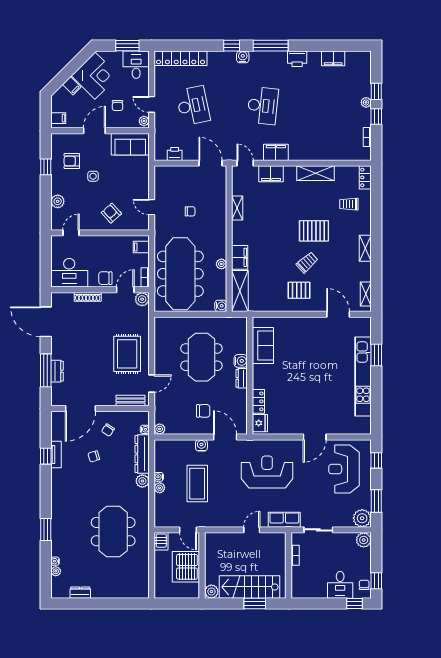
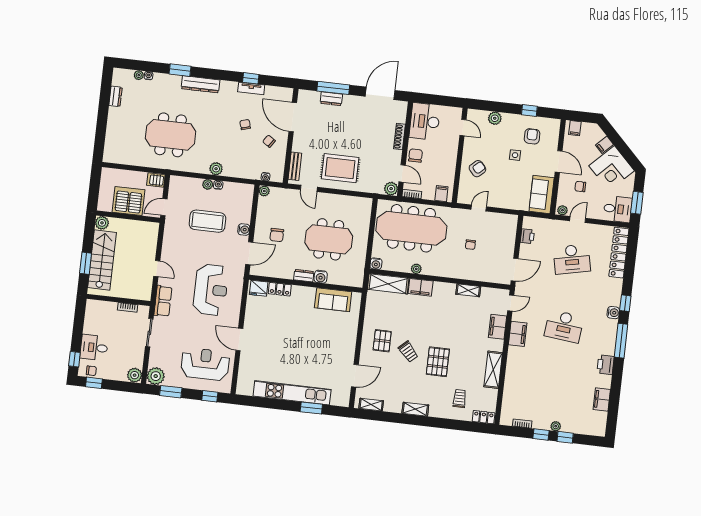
dresser: (142, 454) -> (200, 84), moved, turned 180

